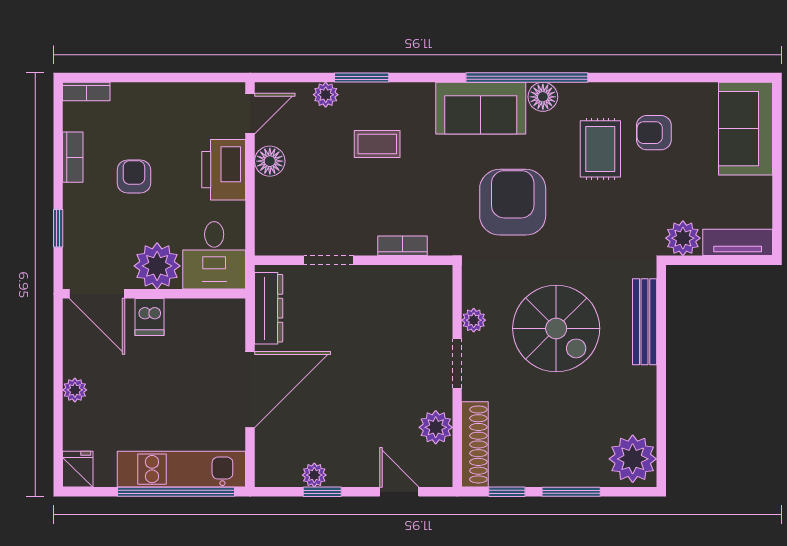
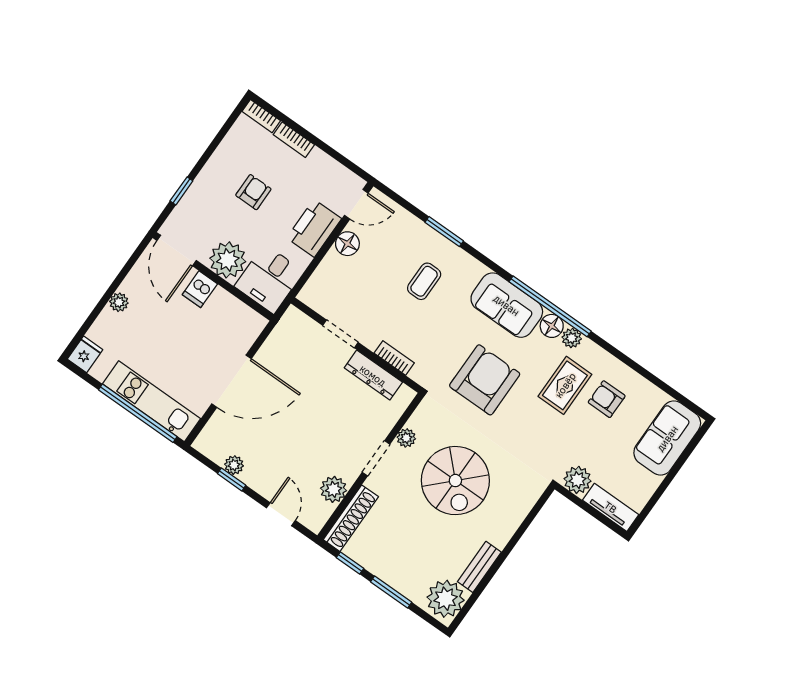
plant: (326, 95) -> (572, 338), moved
coffee table: (377, 144) -> (424, 281), turned 90
bookcase: (73, 157) -> (294, 140), moved, turned 90
dresser: (269, 308) -> (373, 375), moved, turned 90
bench: (645, 322) -> (479, 567), moved, width x0.73

